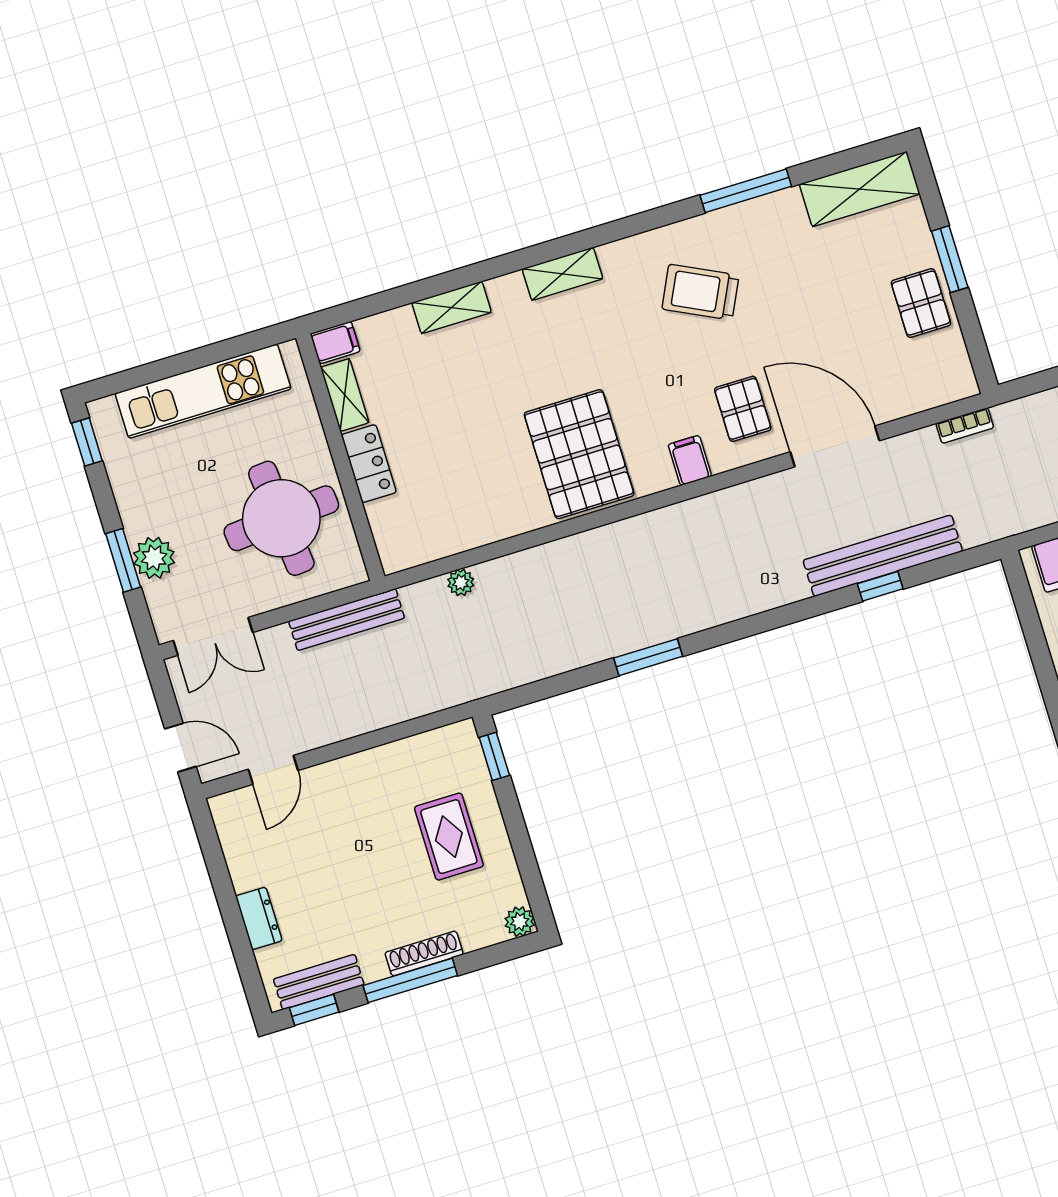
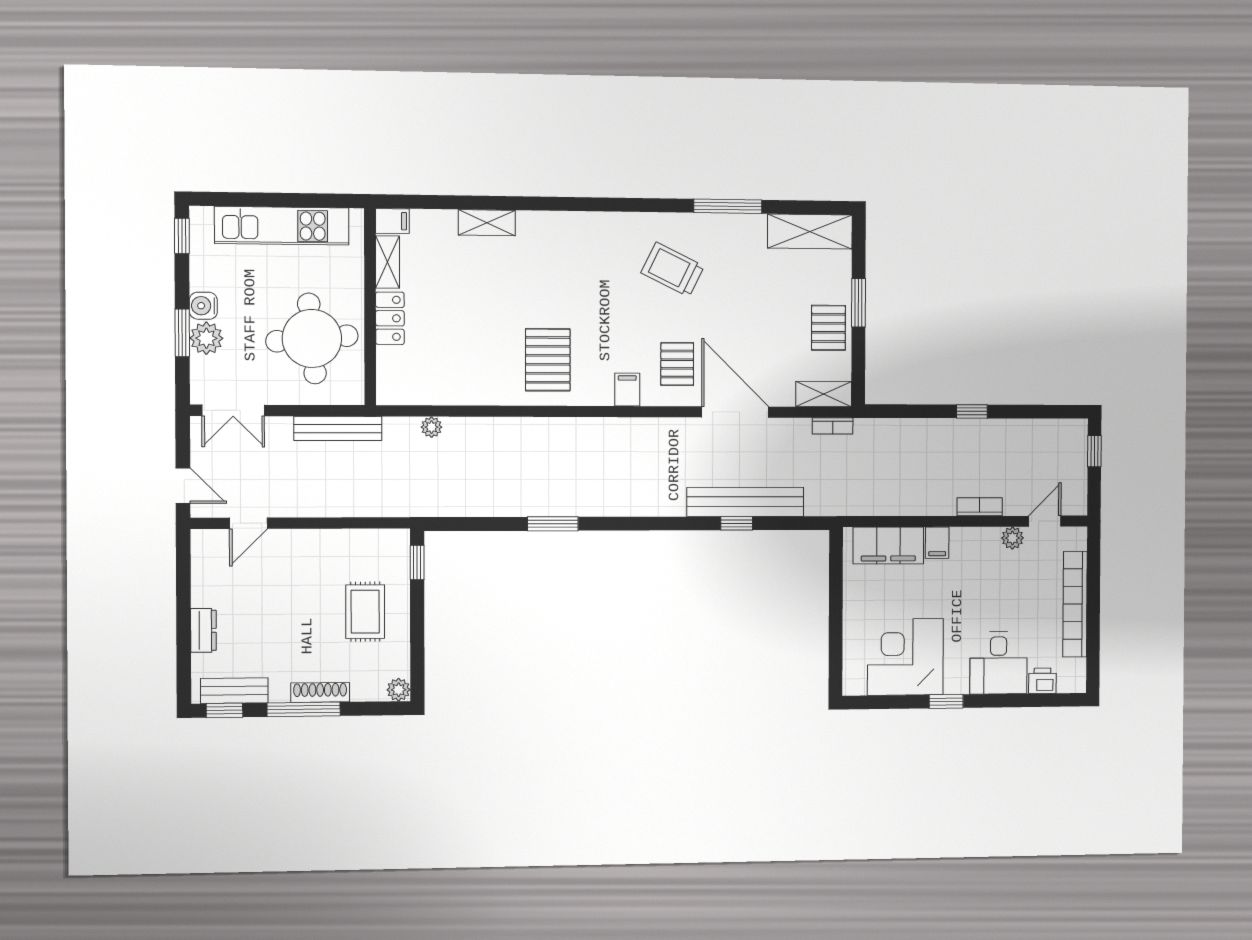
shelving: (562, 274) -> (824, 394), moved
pallet: (579, 454) -> (548, 360), width x0.73, depth x0.71
water cooler: (138, 519) -> (203, 306), added

